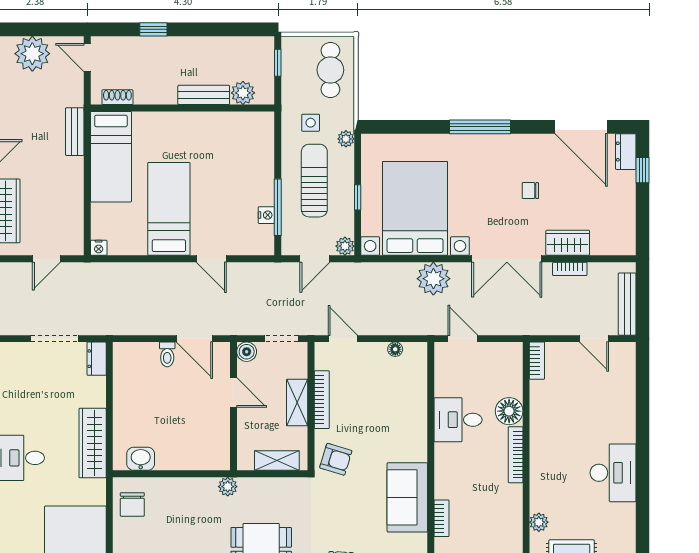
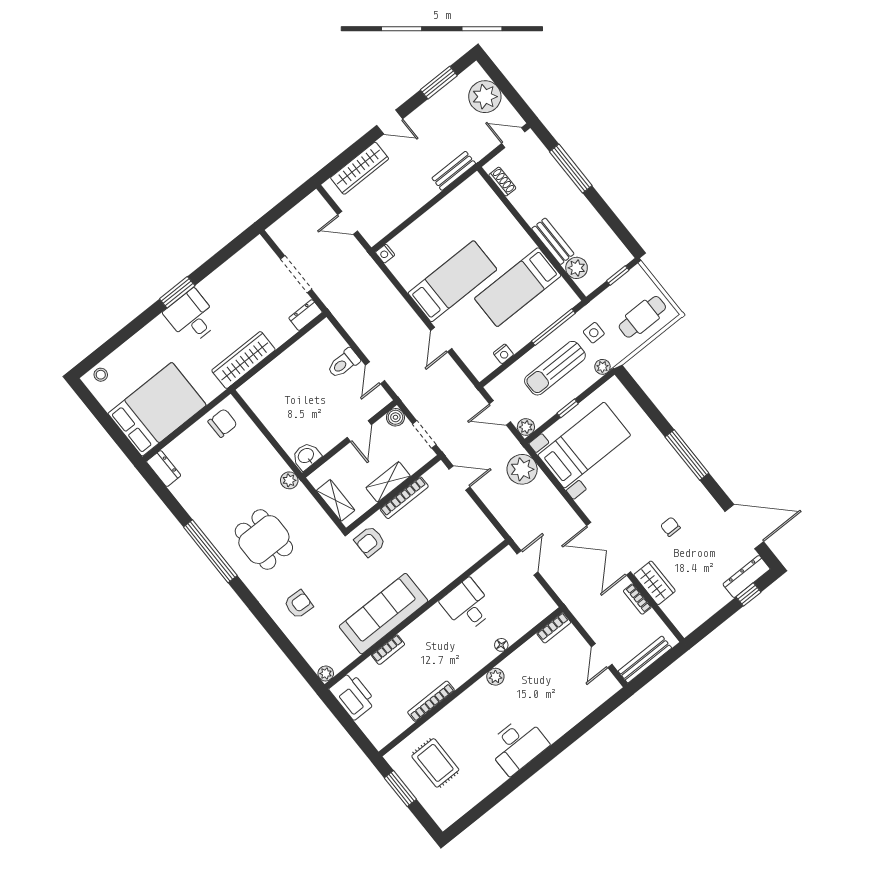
window: (153, 29) -> (571, 169), width x2.17
door: (87, 57) -> (513, 138), hinge flipped
door: (581, 127) -> (744, 527), swing flipped
dresser: (626, 152) -> (746, 577), width x1.44
bed: (111, 157) -> (518, 287), moved
sun lounger: (314, 181) -> (555, 368), turned 180
window: (278, 207) -> (553, 327), moved
bed with nightstands: (415, 208) -> (584, 445), width x0.73
plant: (433, 279) -> (522, 469), moved
door: (194, 339) -> (375, 373), width x0.73
door: (343, 339) -> (459, 478), hinge flipped
floor lamp: (395, 349) -> (481, 521), removed
toilet: (167, 354) -> (343, 363), width x1.37, depth x1.39
floor lamp: (509, 411) -> (501, 645), width x0.53, depth x0.53
bookcase: (516, 455) -> (431, 701), moved
washbasin: (141, 459) -> (306, 456), moved, turned -90
armchair: (336, 459) -> (370, 541), turned 73
sofa: (407, 497) -> (383, 614), width x1.36
chair: (132, 504) -> (223, 423), turned 180
plant: (539, 522) -> (495, 677), moved

